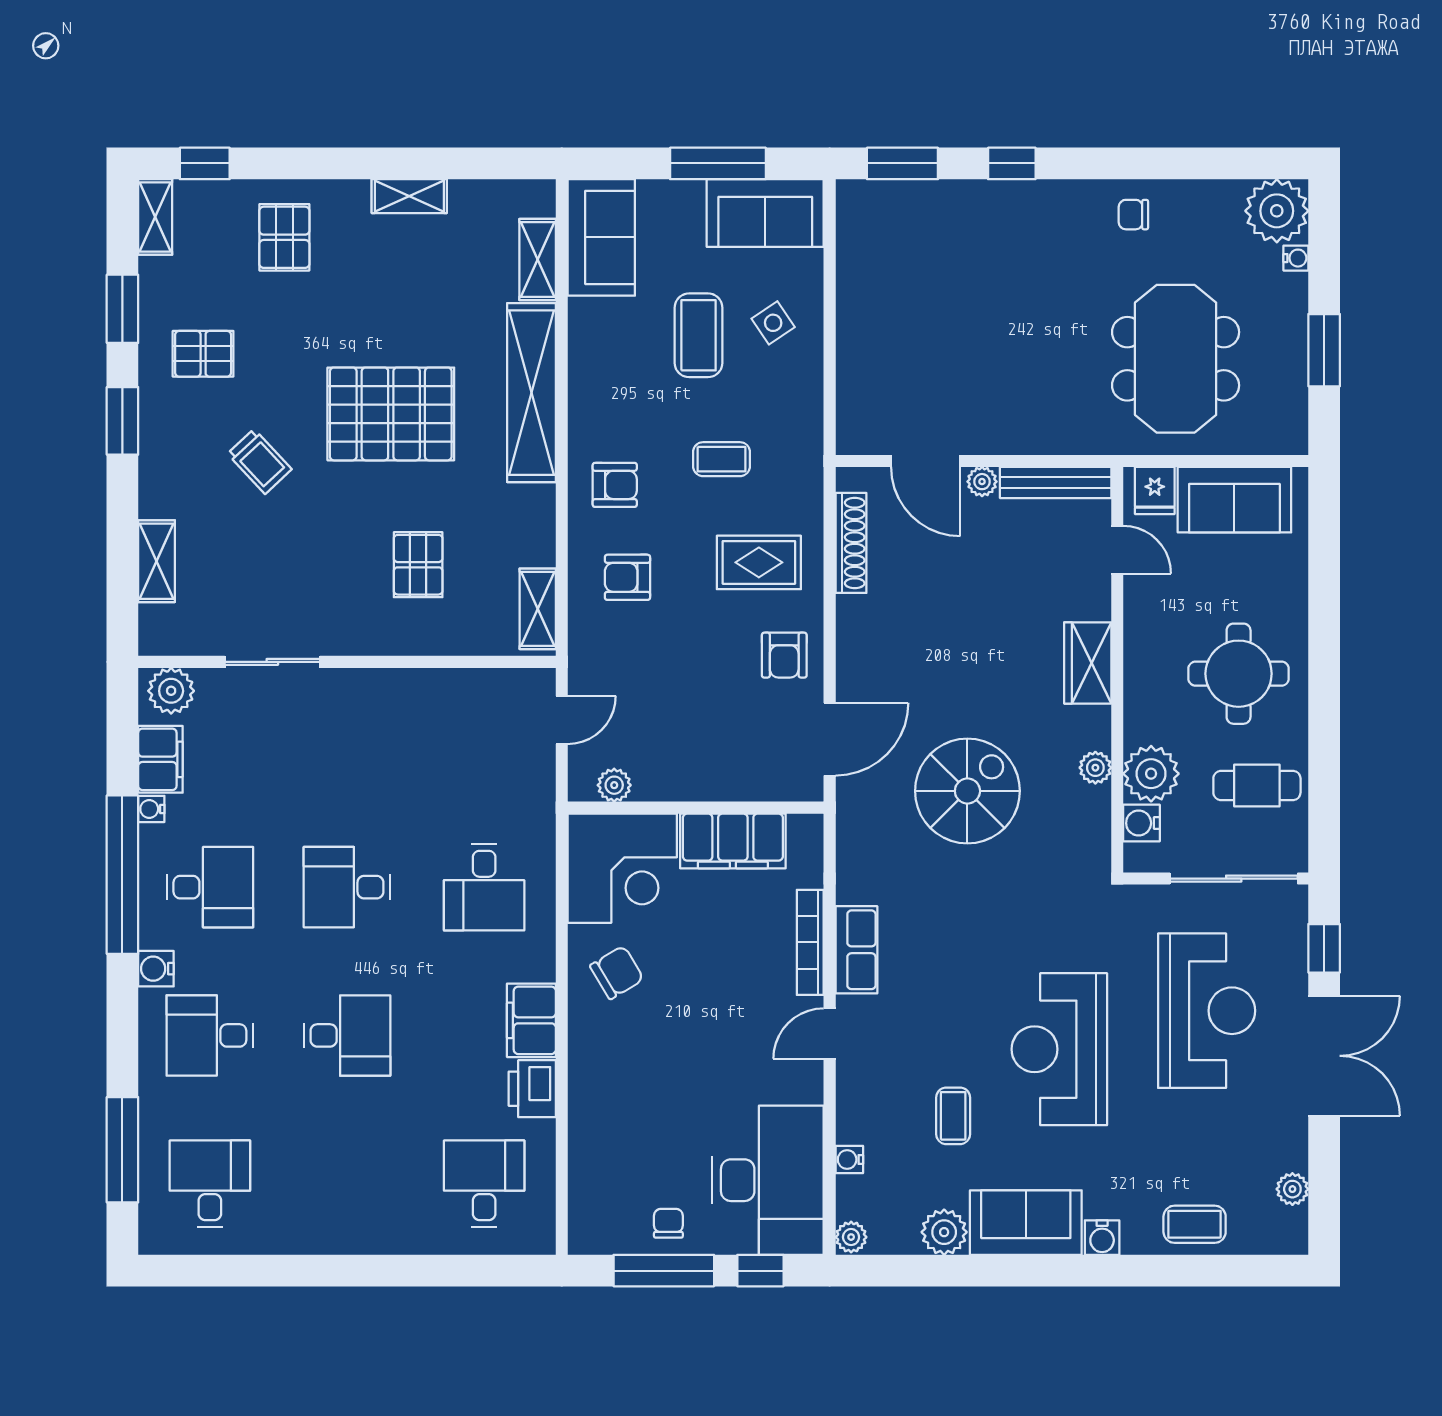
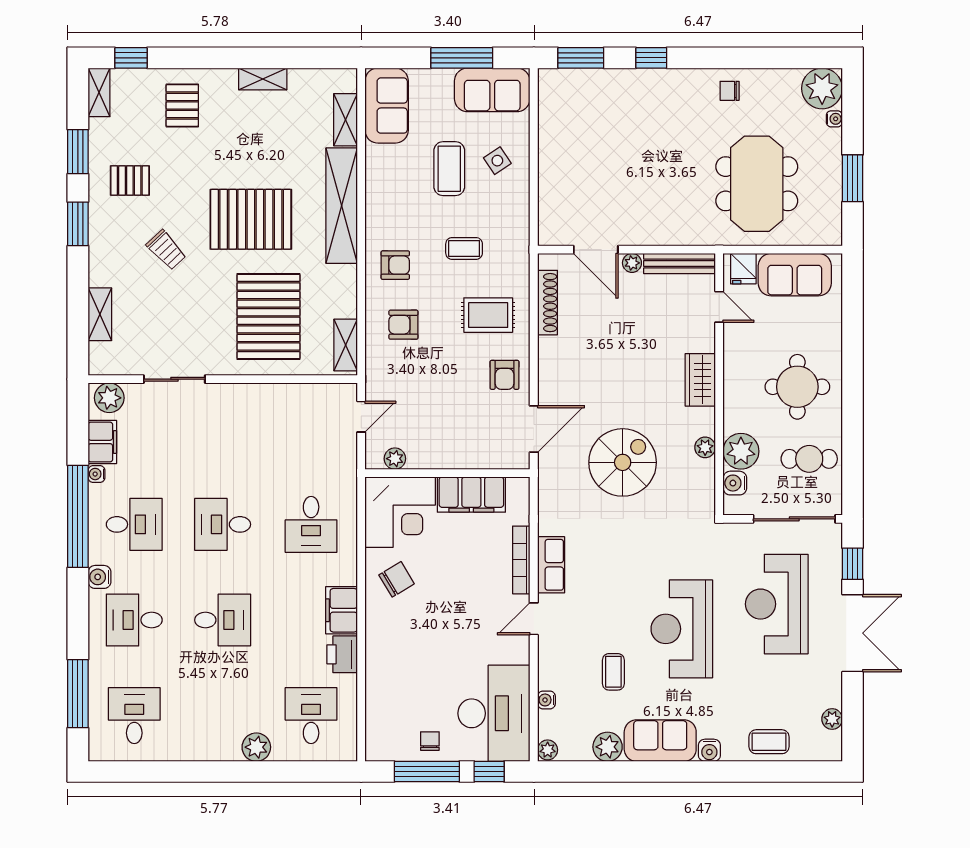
pallet: (418, 565) -> (268, 317), width x2.05, depth x2.00
reception desk: (1207, 1011) -> (777, 604), turned 180
plant: (399, 1233) -> (256, 747), added

